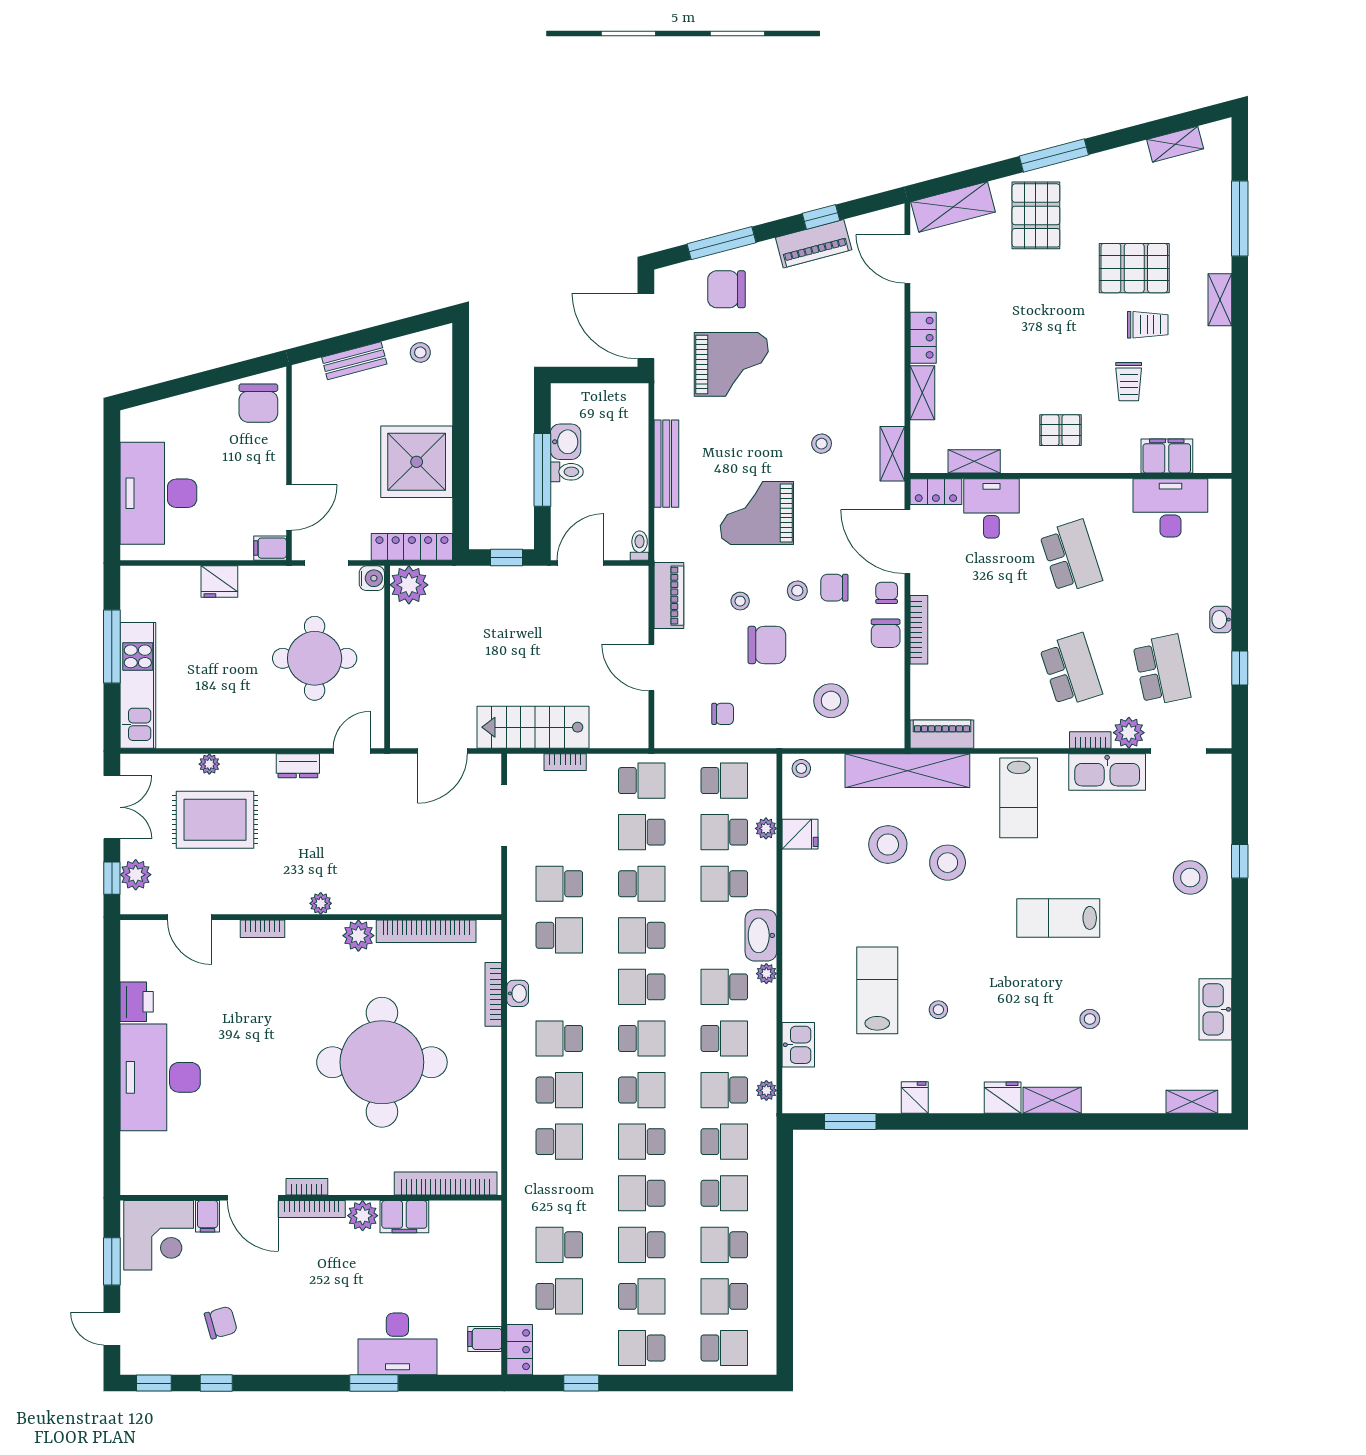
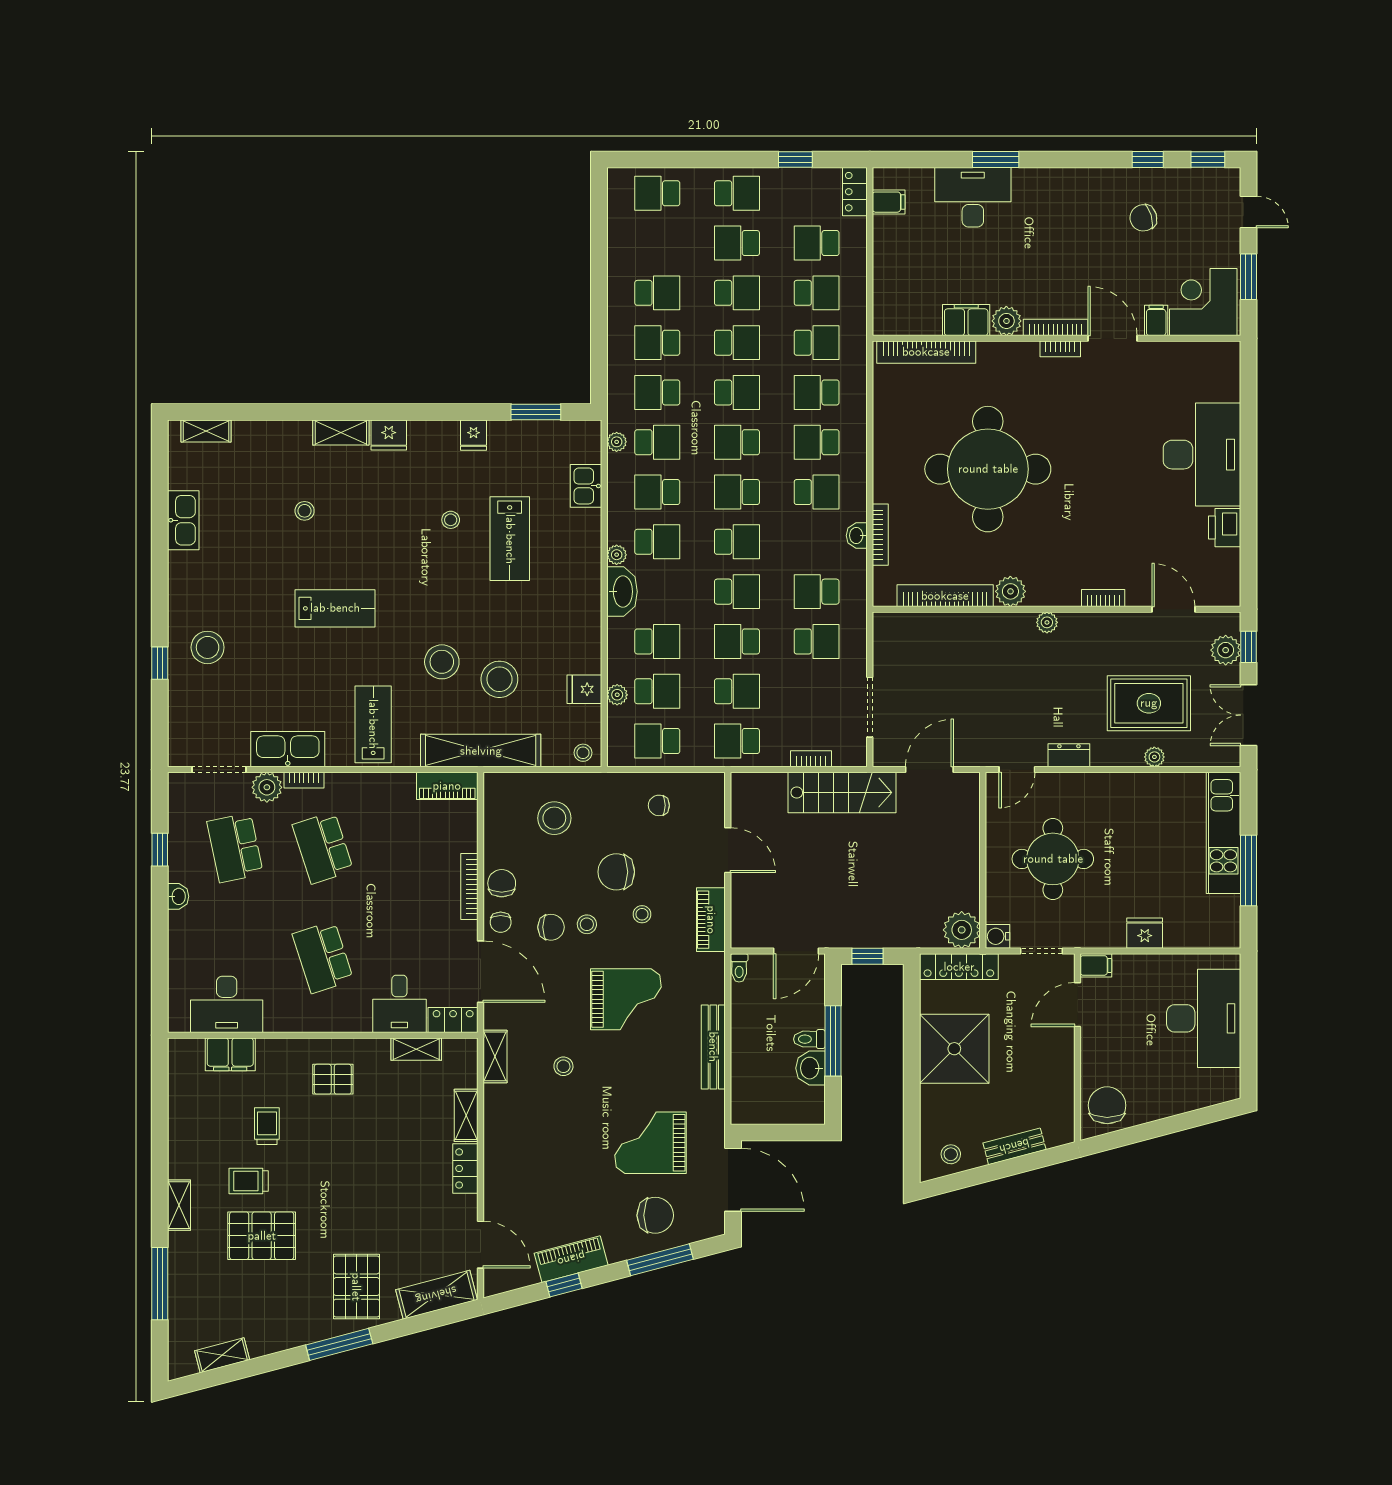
school desk: (724, 1296) -> (817, 343), moved

